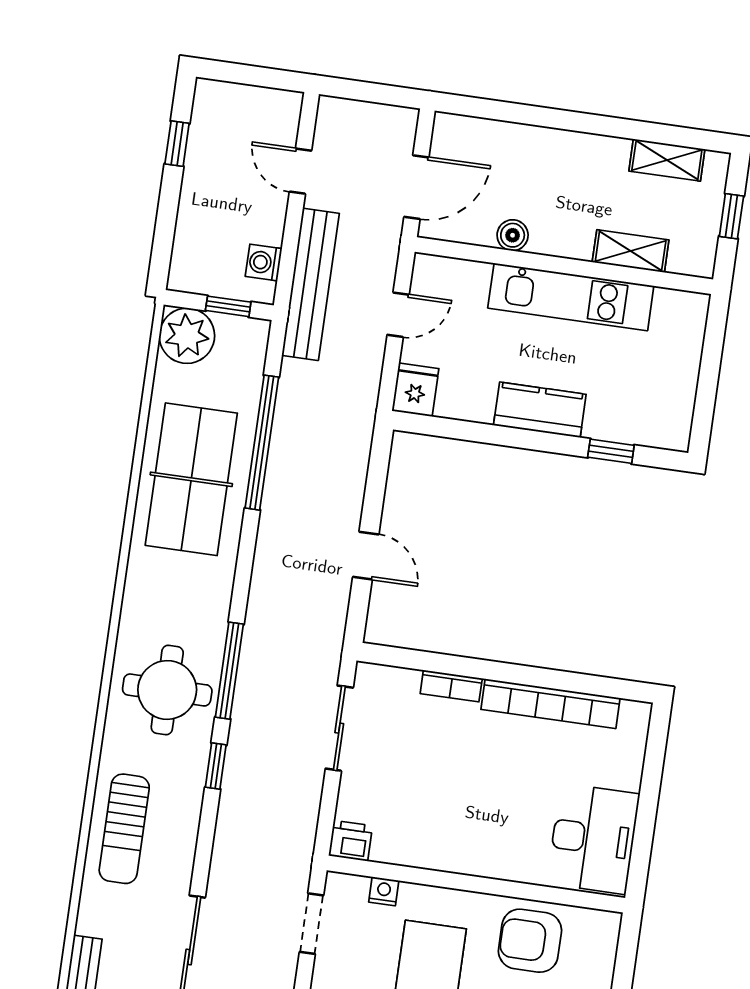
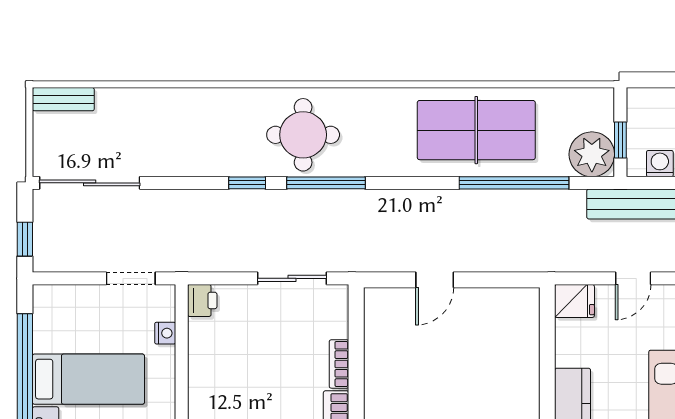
door: (398, 315) -> (633, 278), hinge flipped
plant: (187, 336) -> (592, 154), moved
sun lounger: (124, 829) -> (186, 116), removed

